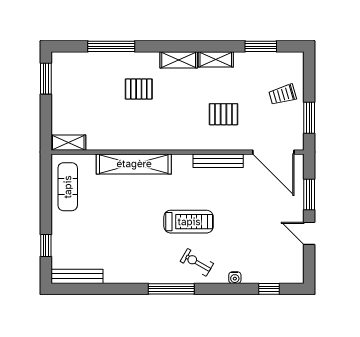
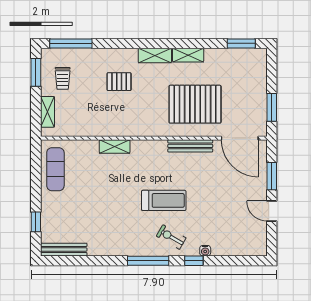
window: (111, 46) -> (71, 43), moved
window: (261, 46) -> (241, 43), moved
trolley: (283, 95) -> (63, 78), moved, turned -74
pallet: (224, 114) -> (195, 104), width x2.05, depth x2.00
shelving: (68, 143) -> (48, 112), moved, turned 90
shelving: (134, 164) -> (115, 146), width x0.45, depth x0.75
window: (269, 289) -> (194, 261), moved

